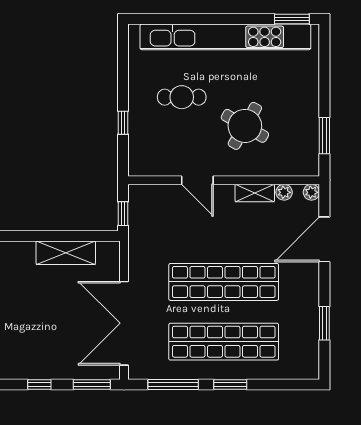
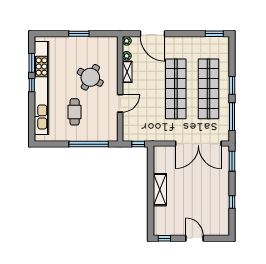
window: (231, 19) -> (32, 85), added
window: (292, 19) -> (32, 63), moved
window: (123, 123) -> (89, 144), width x3.17
window: (324, 136) -> (79, 34), moved
shelving: (66, 253) -> (160, 190), moved
window: (324, 323) -> (214, 34), moved
window: (39, 385) -> (232, 202), moved

